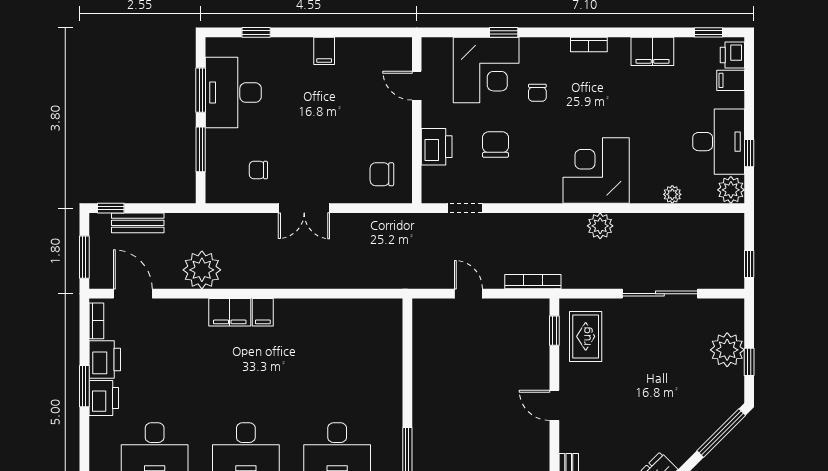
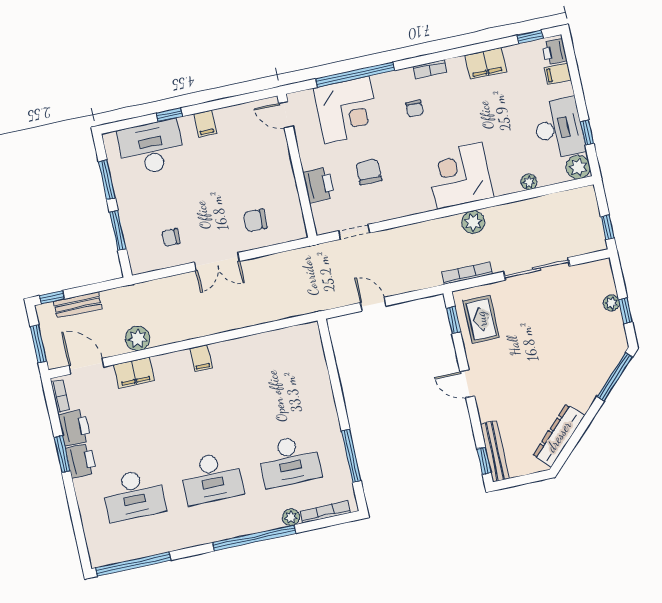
window: (256, 32) -> (169, 115), moved
window: (504, 32) -> (355, 75), width x3.17
door: (417, 86) -> (286, 115), moved
desk: (233, 93) -> (151, 148), moved, turned 90
chair: (537, 93) -> (415, 109), moved
chair: (382, 174) -> (255, 220), moved
plant: (202, 270) -> (138, 338), width x0.73, depth x0.73
bookcase: (533, 282) -> (467, 273), moved
filing cabinet: (230, 312) -> (134, 373), moved
plant: (727, 350) -> (611, 303), width x0.53, depth x0.53

